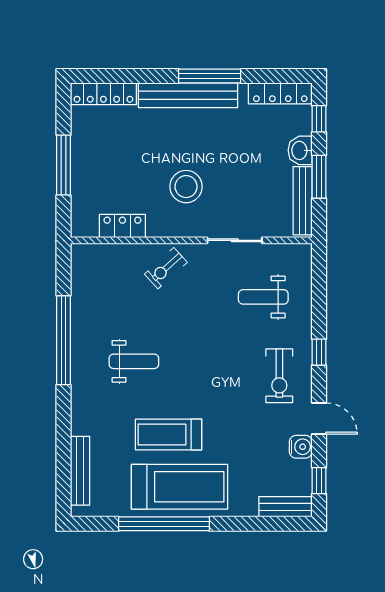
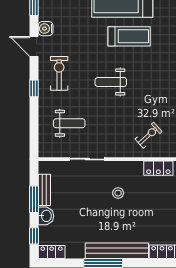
locker: (280, 93) -> (52, 252), width x0.66
stool: (186, 187) -> (118, 193), width x0.53, depth x0.53
bench: (303, 201) -> (44, 190), width x0.73
exercise bike: (166, 268) -> (148, 135), moved
weight bench: (134, 361) -> (111, 82), moved

